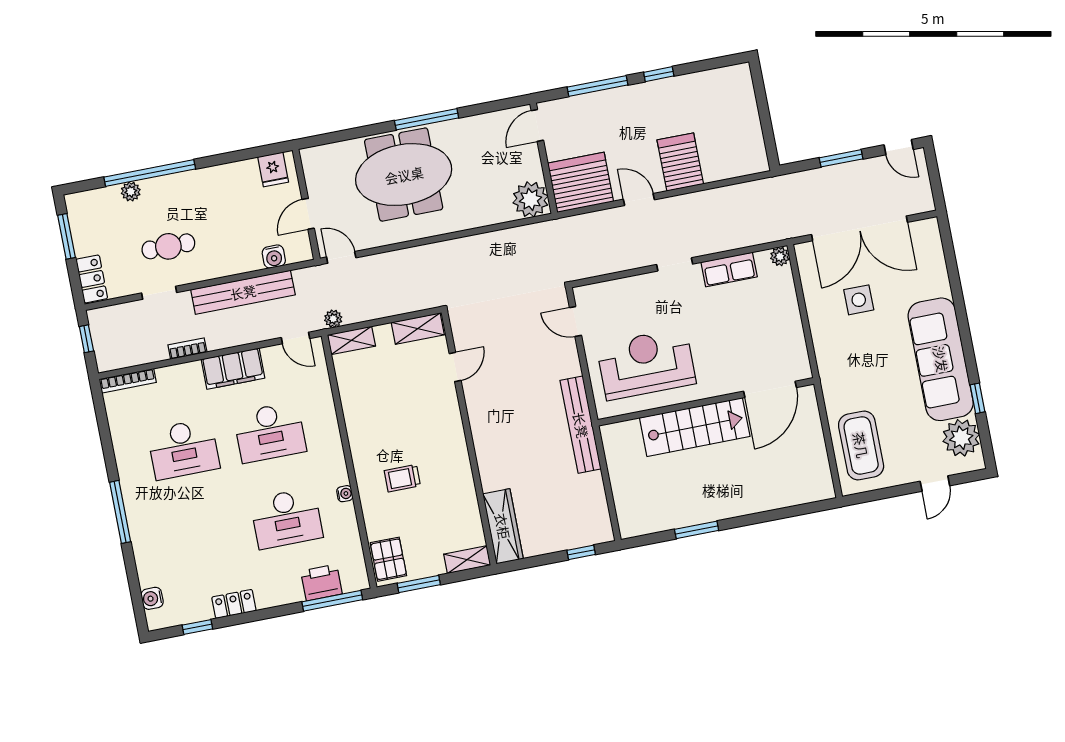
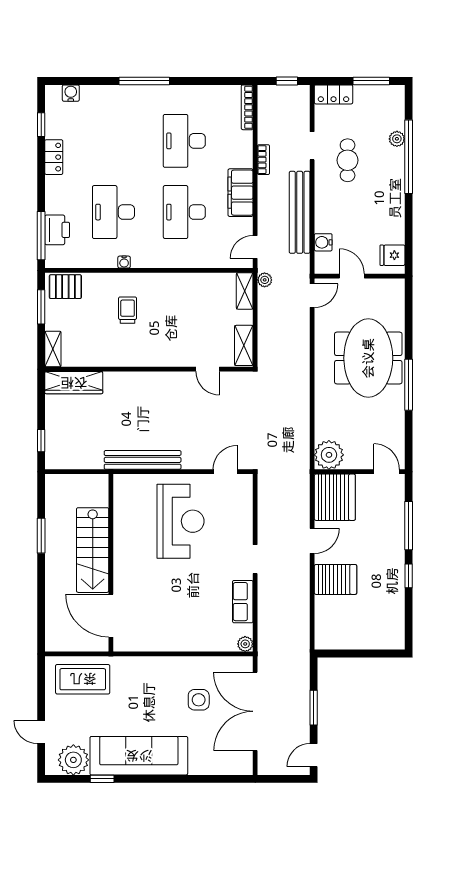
door: (770, 389) -> (111, 616), moved
wall: (706, 402) -> (111, 563), moved
stairs: (695, 427) -> (93, 550), moved

